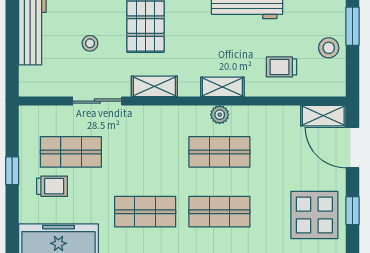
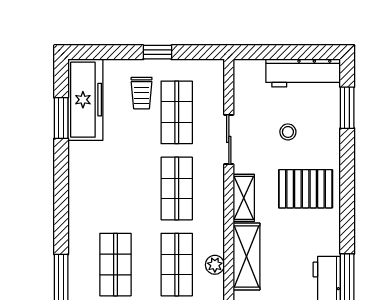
shelving: (222, 87) -> (247, 256), width x1.50, depth x1.33
shop shelf: (145, 212) -> (177, 188), moved

